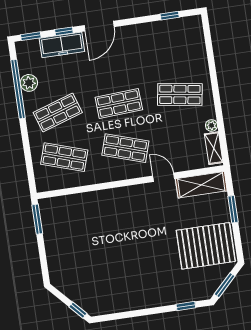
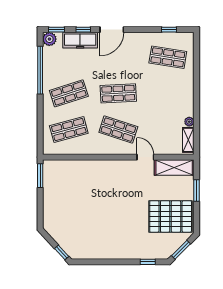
plant: (29, 83) -> (49, 39), moved
shop shelf: (180, 94) -> (168, 57), moved
shop shelf: (64, 157) -> (69, 130), turned -33

